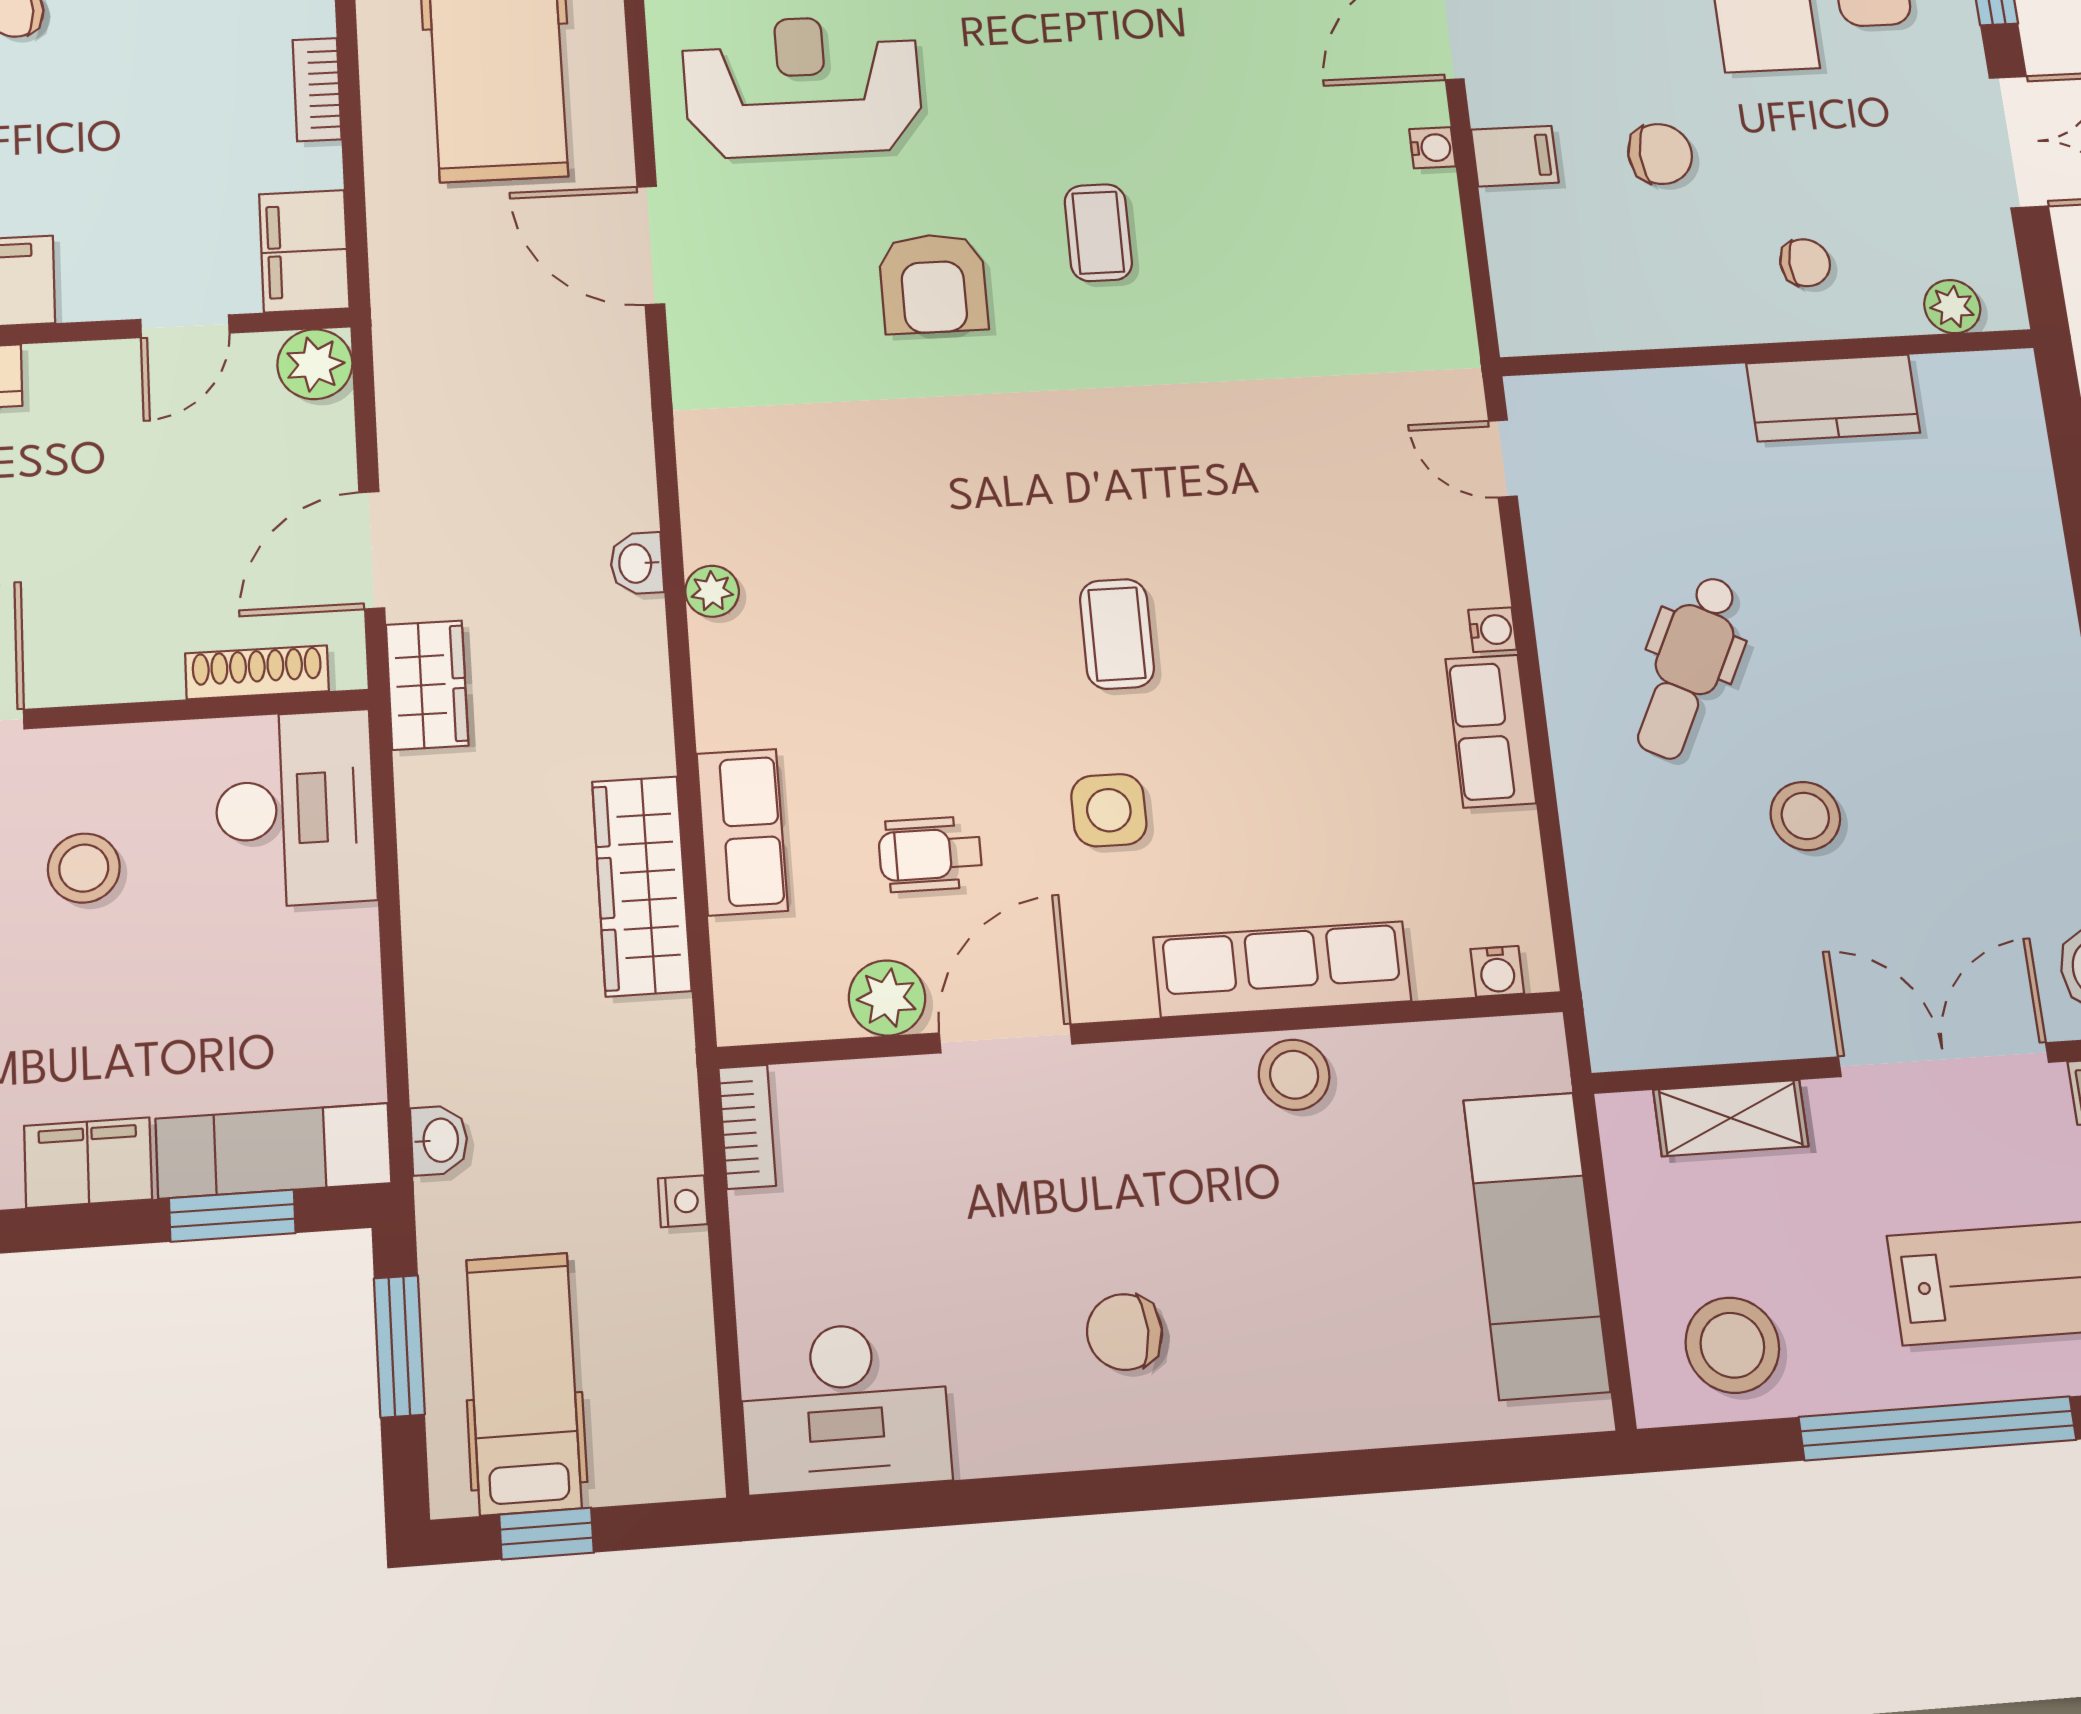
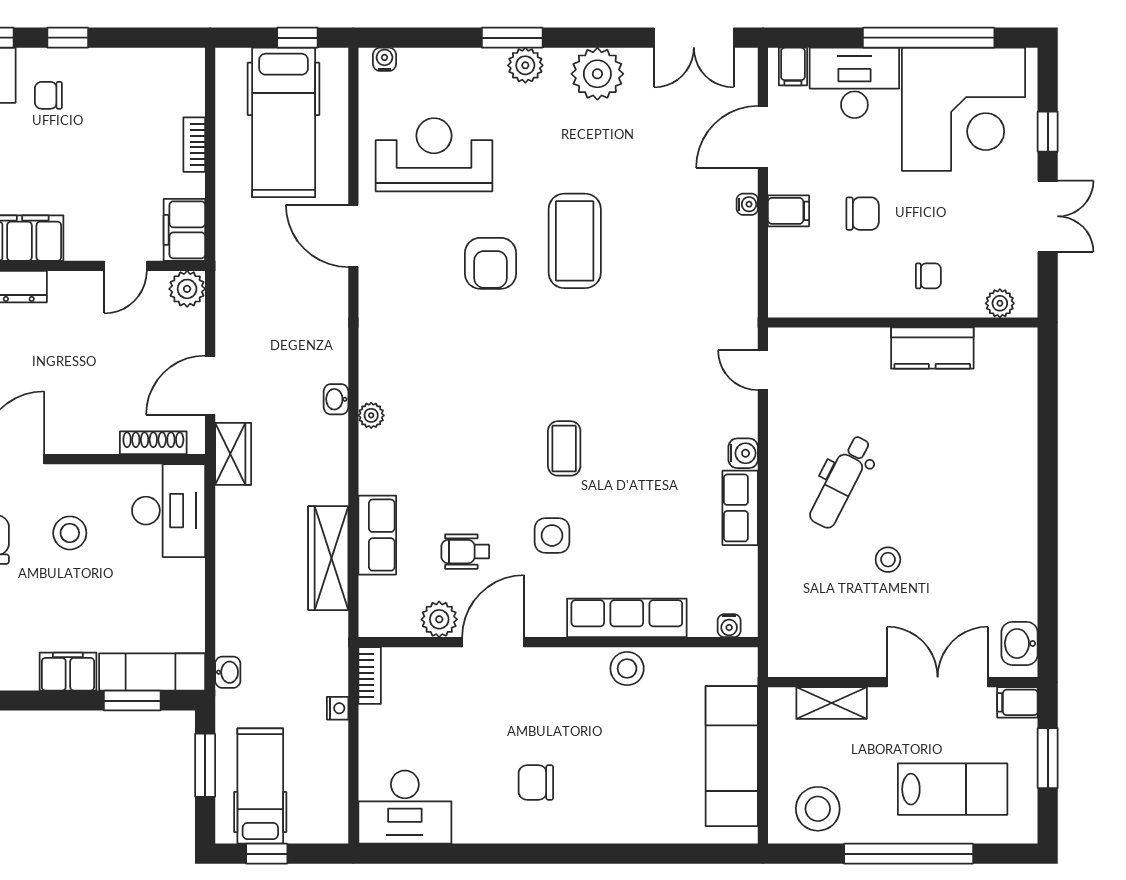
coffee table: (1098, 233) -> (575, 241), width x1.86, depth x1.72
water cooler: (1493, 630) -> (743, 453), width x1.38, depth x1.38
stool: (1805, 816) -> (888, 560), width x0.73, depth x0.73

